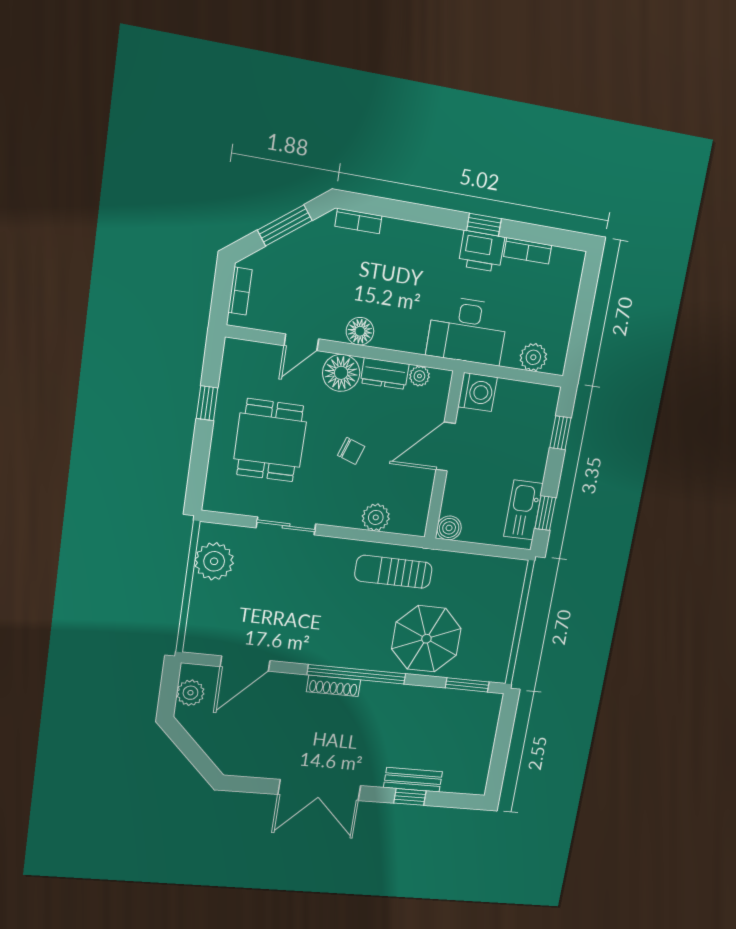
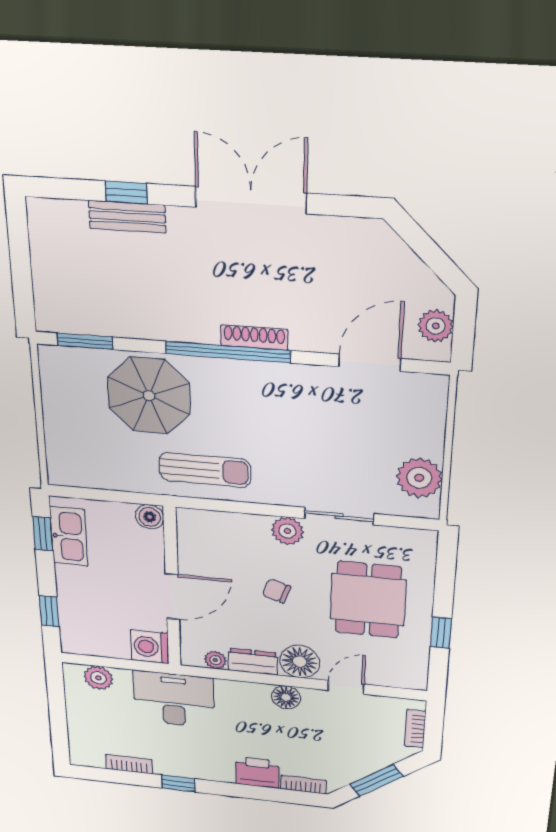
printer: (482, 251) -> (257, 772), moved
plant: (376, 517) -> (288, 531), moved

